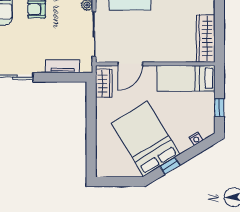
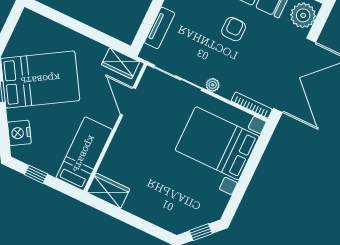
wardrobe: (206, 38) -> (108, 191), width x0.67
nightstand: (196, 139) -> (19, 133), width x1.89, depth x1.79

